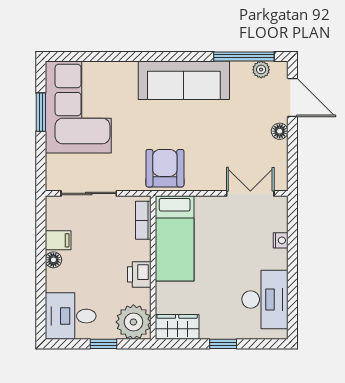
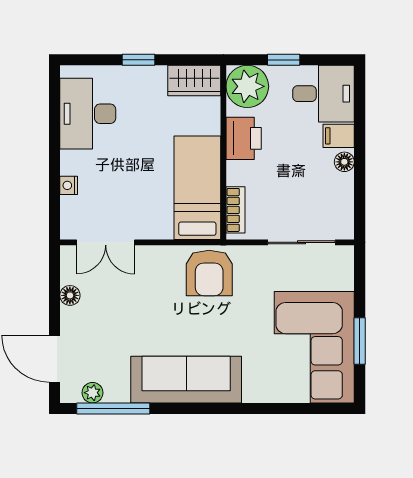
floor lamp: (280, 131) -> (70, 295), moved
filing cabinet: (58, 240) -> (339, 136), moved
printer: (139, 274) -> (244, 138), width x1.36, depth x1.24

